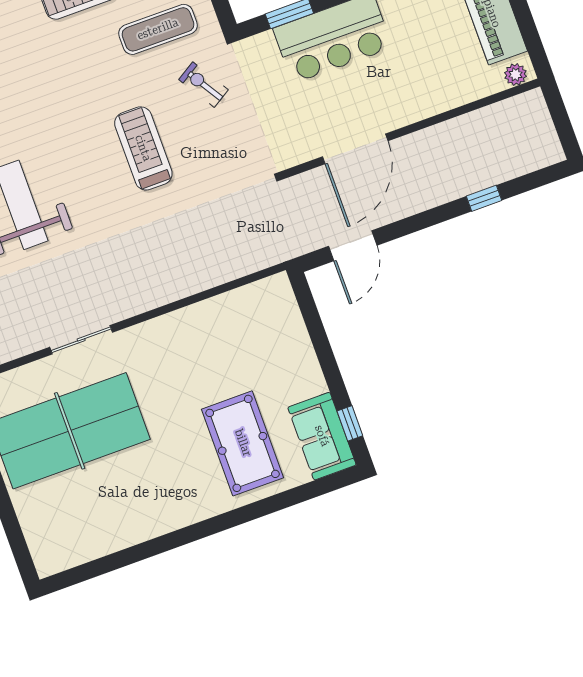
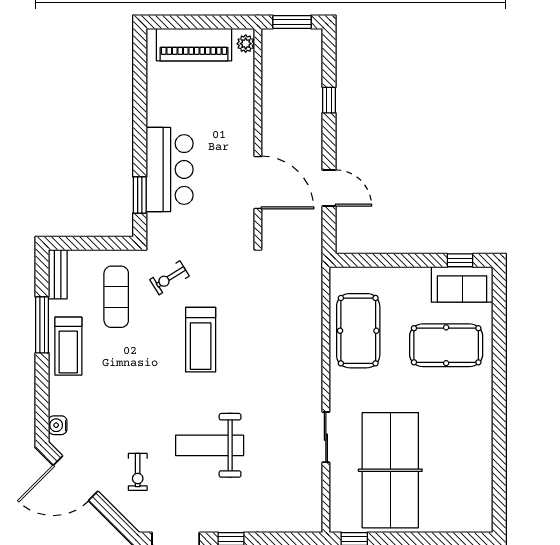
window: (561, 120) -> (292, 22), added
treadmill: (143, 148) -> (201, 340), turned -90
door: (353, 246) -> (329, 188), moved
pool table: (222, 332) -> (358, 331), added

